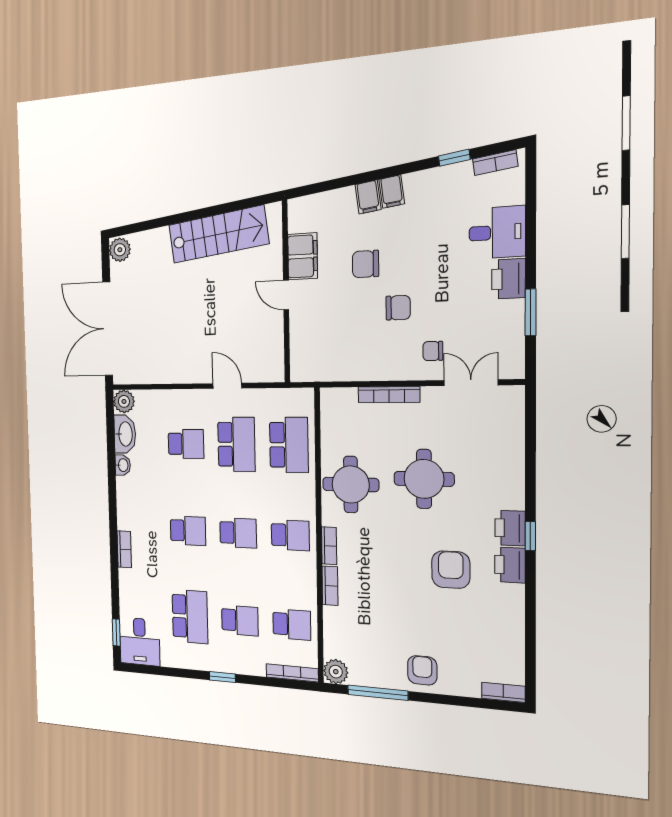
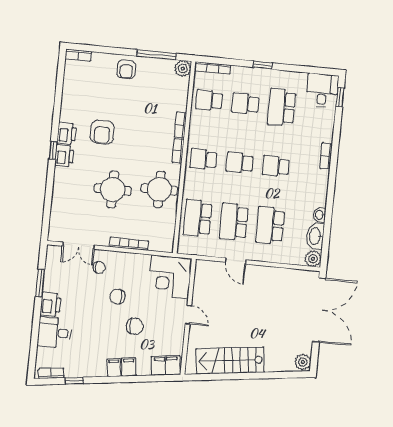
filing cabinet: (303, 256) -> (166, 366), moved, turned 83
corner desk: (320, 350) -> (170, 277), added
school desk: (186, 444) -> (270, 225), width x1.85

